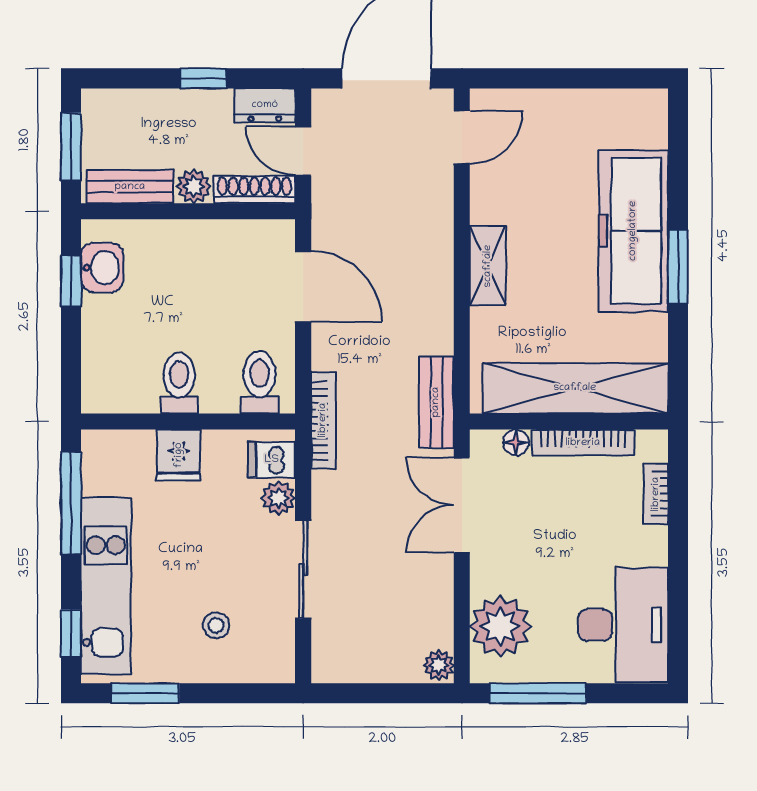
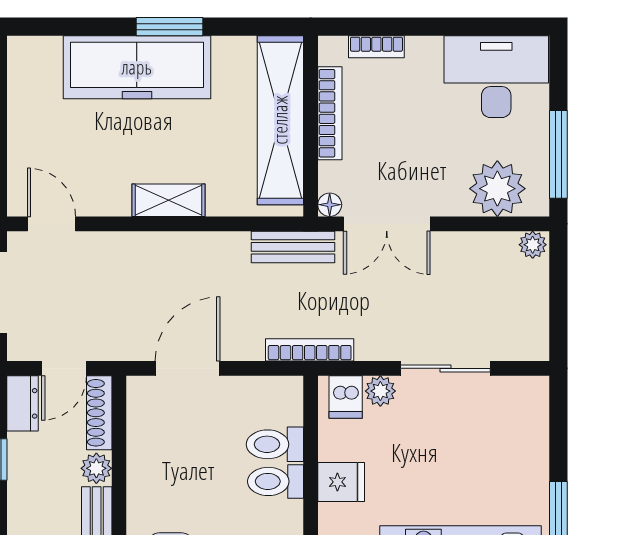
toilet: (260, 382) -> (275, 444), moved
floor lamp: (516, 442) -> (330, 205), moved
stool: (216, 625) -> (497, 448), removed

